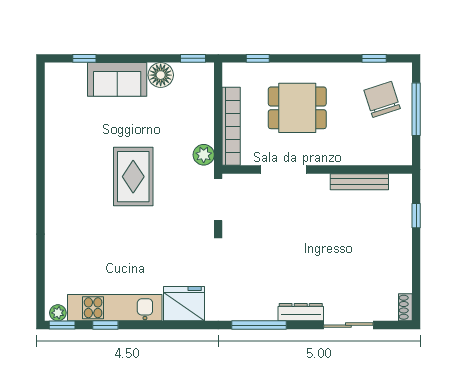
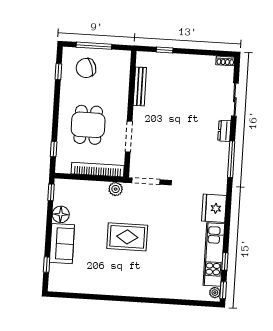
dresser: (301, 312) -> (224, 131), width x0.70

